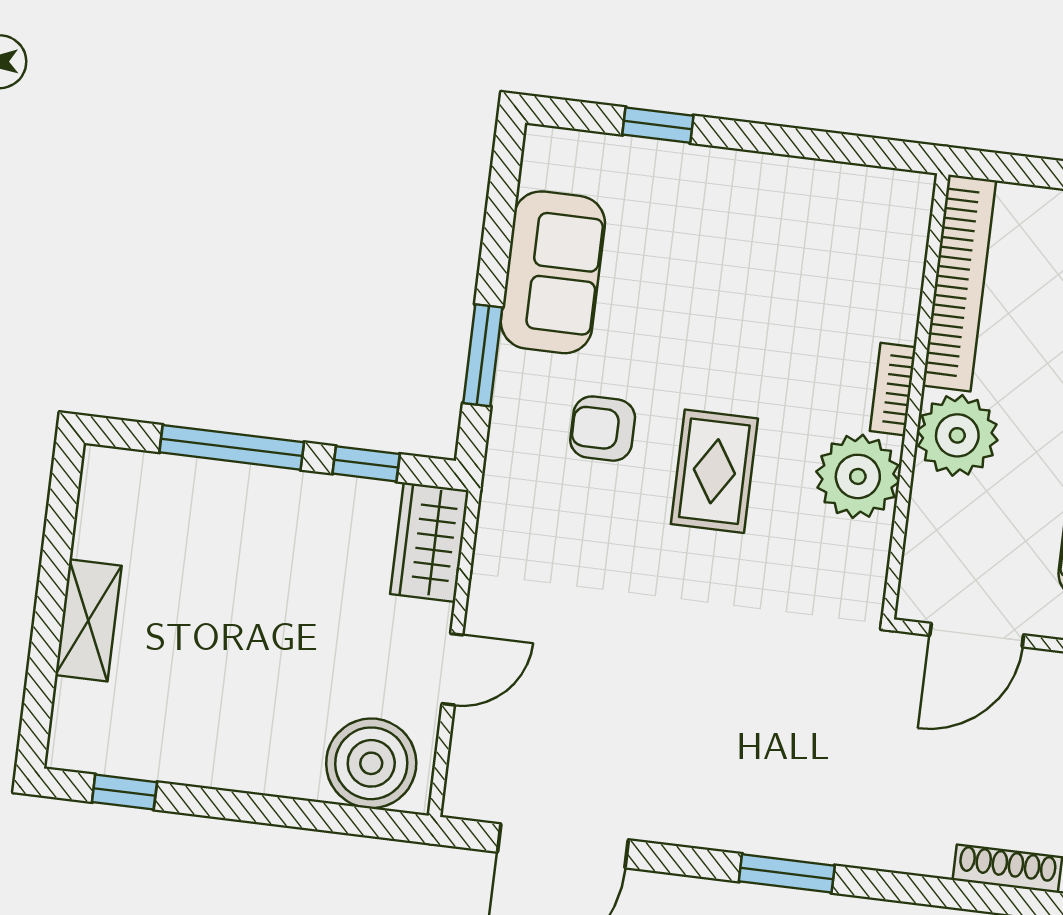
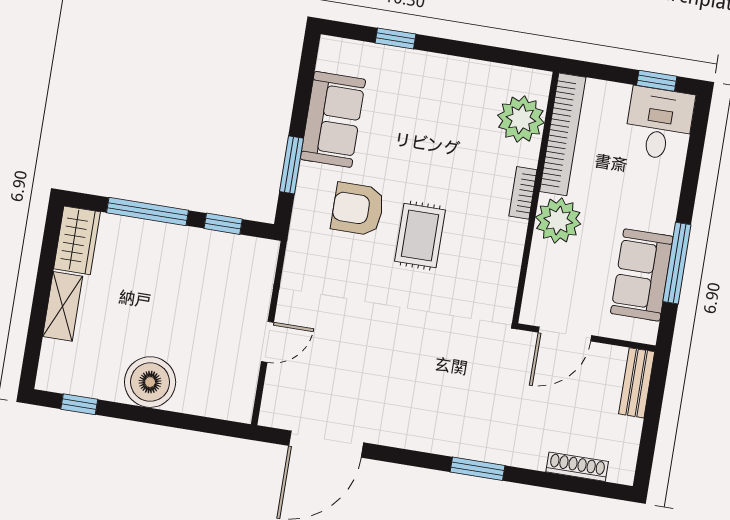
armchair: (603, 429) -> (358, 209), width x1.38, depth x1.38
plant: (858, 476) -> (521, 119), moved
wardrobe: (430, 542) -> (77, 240), moved, turned 180
boiler: (371, 763) -> (150, 382), moved
window: (787, 873) -> (478, 469), moved

